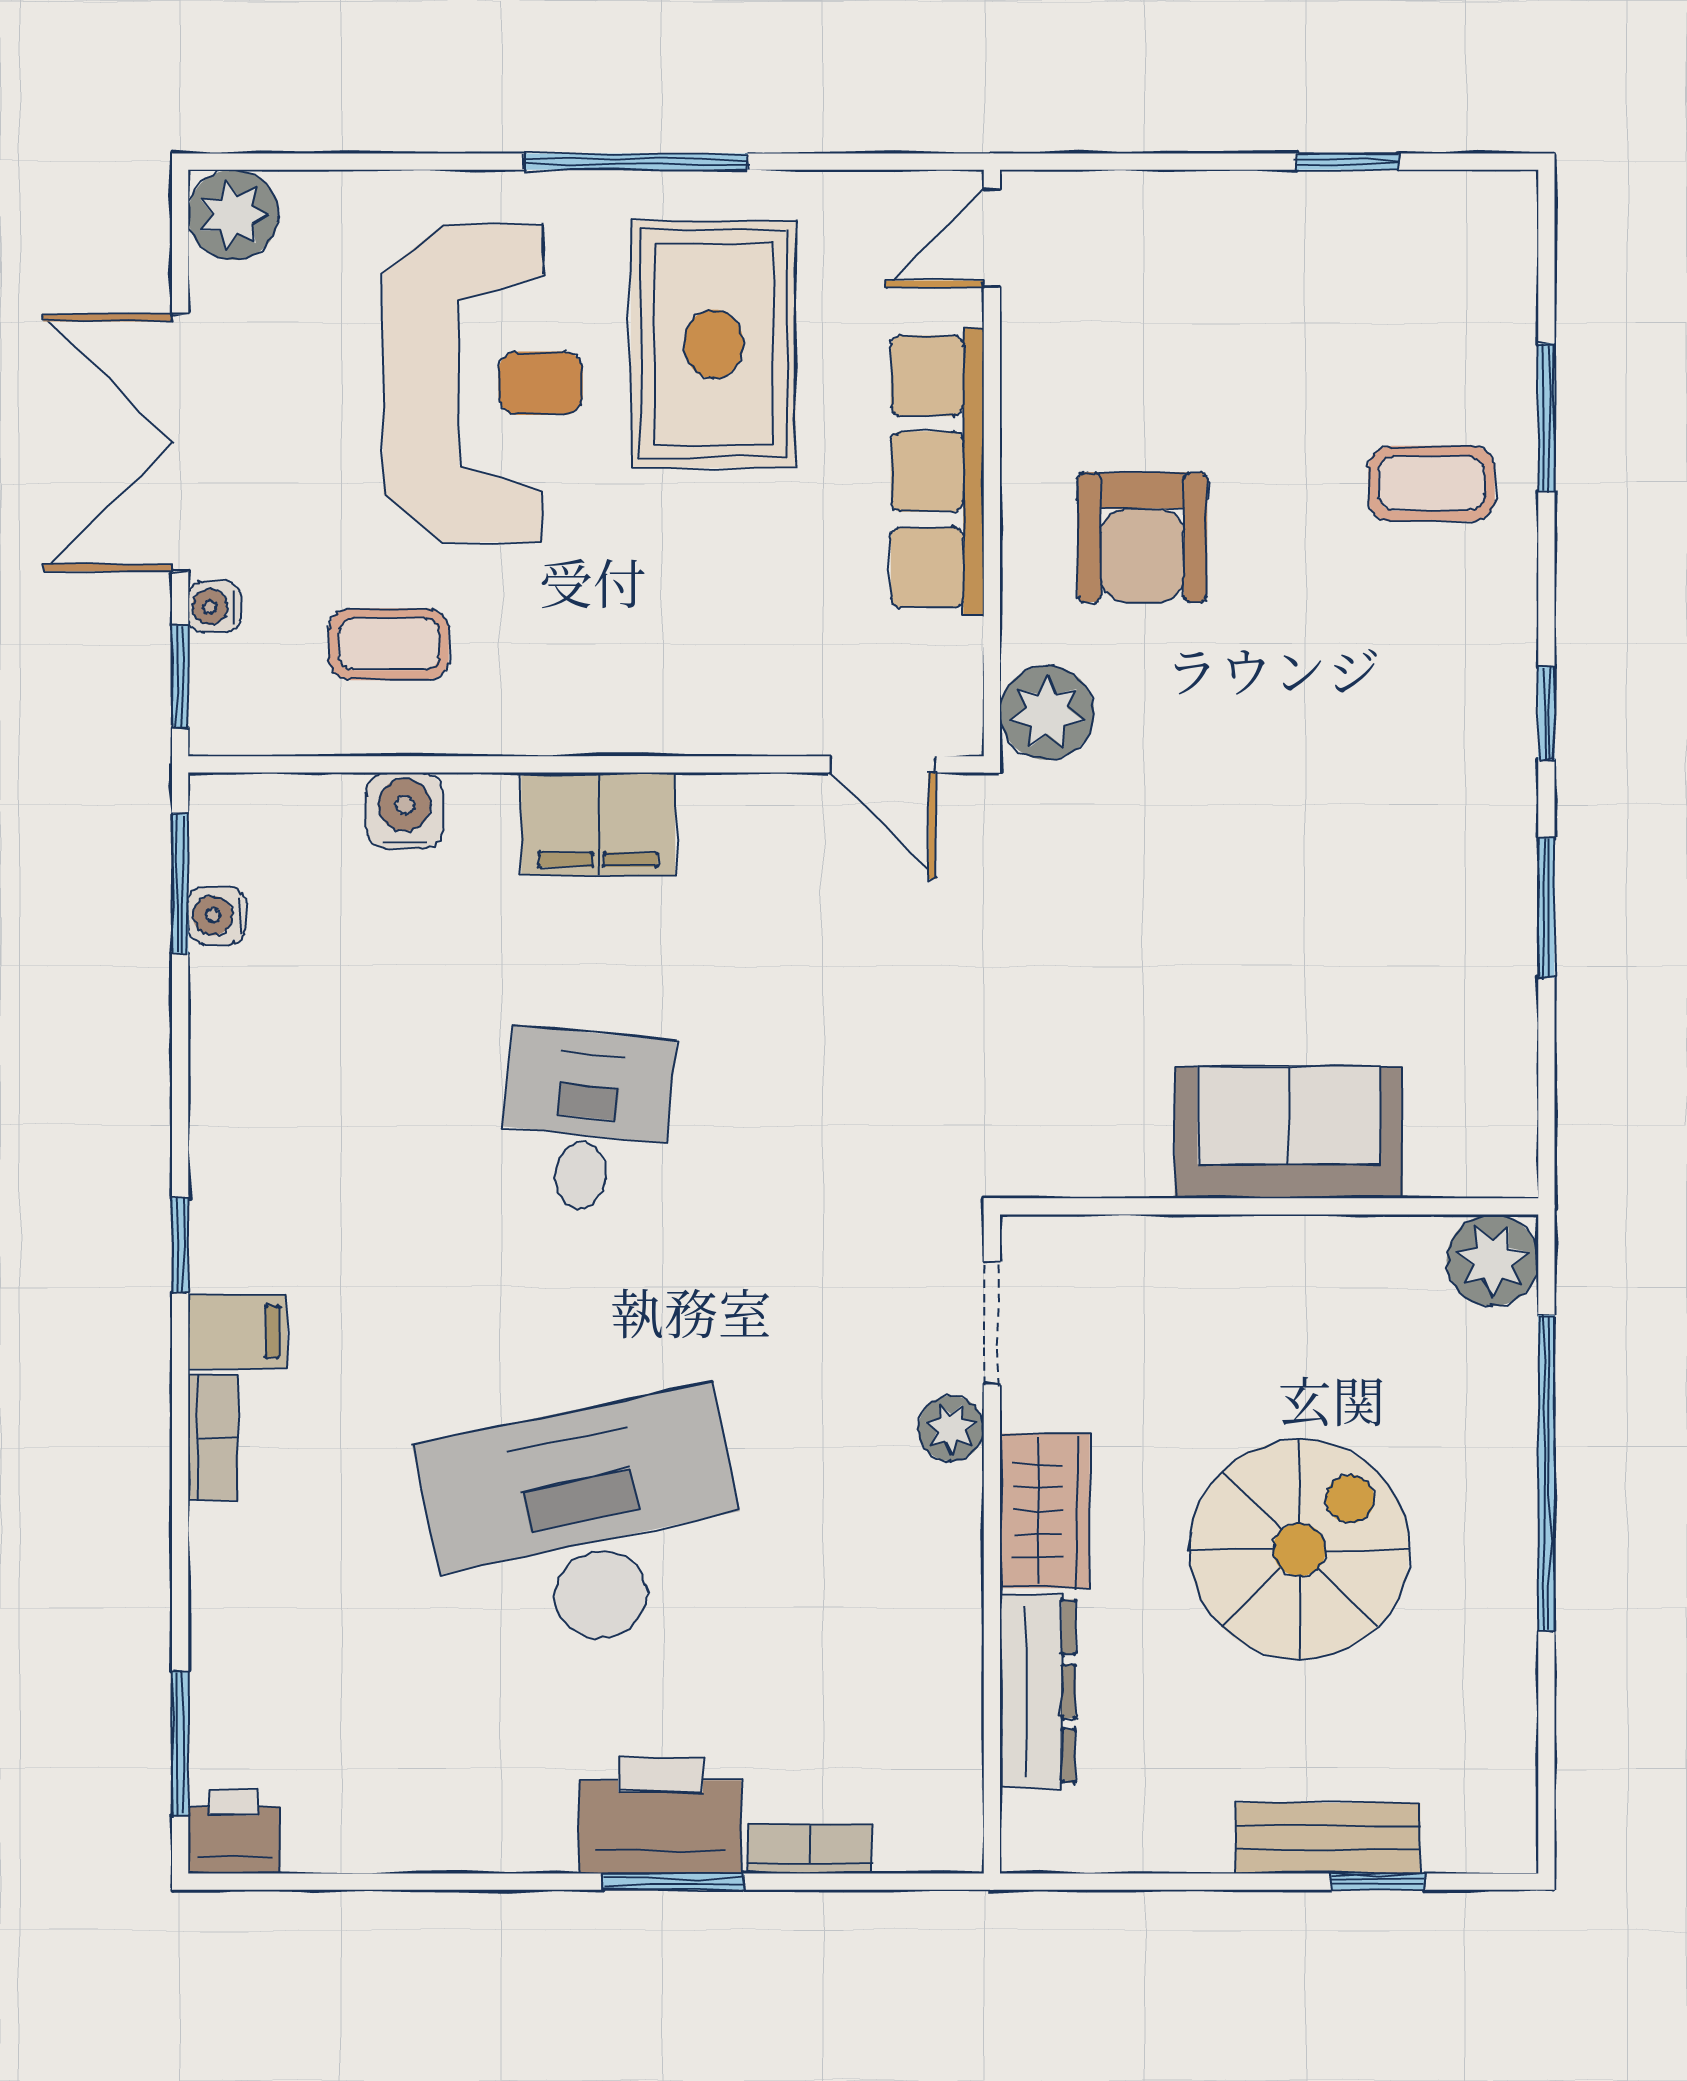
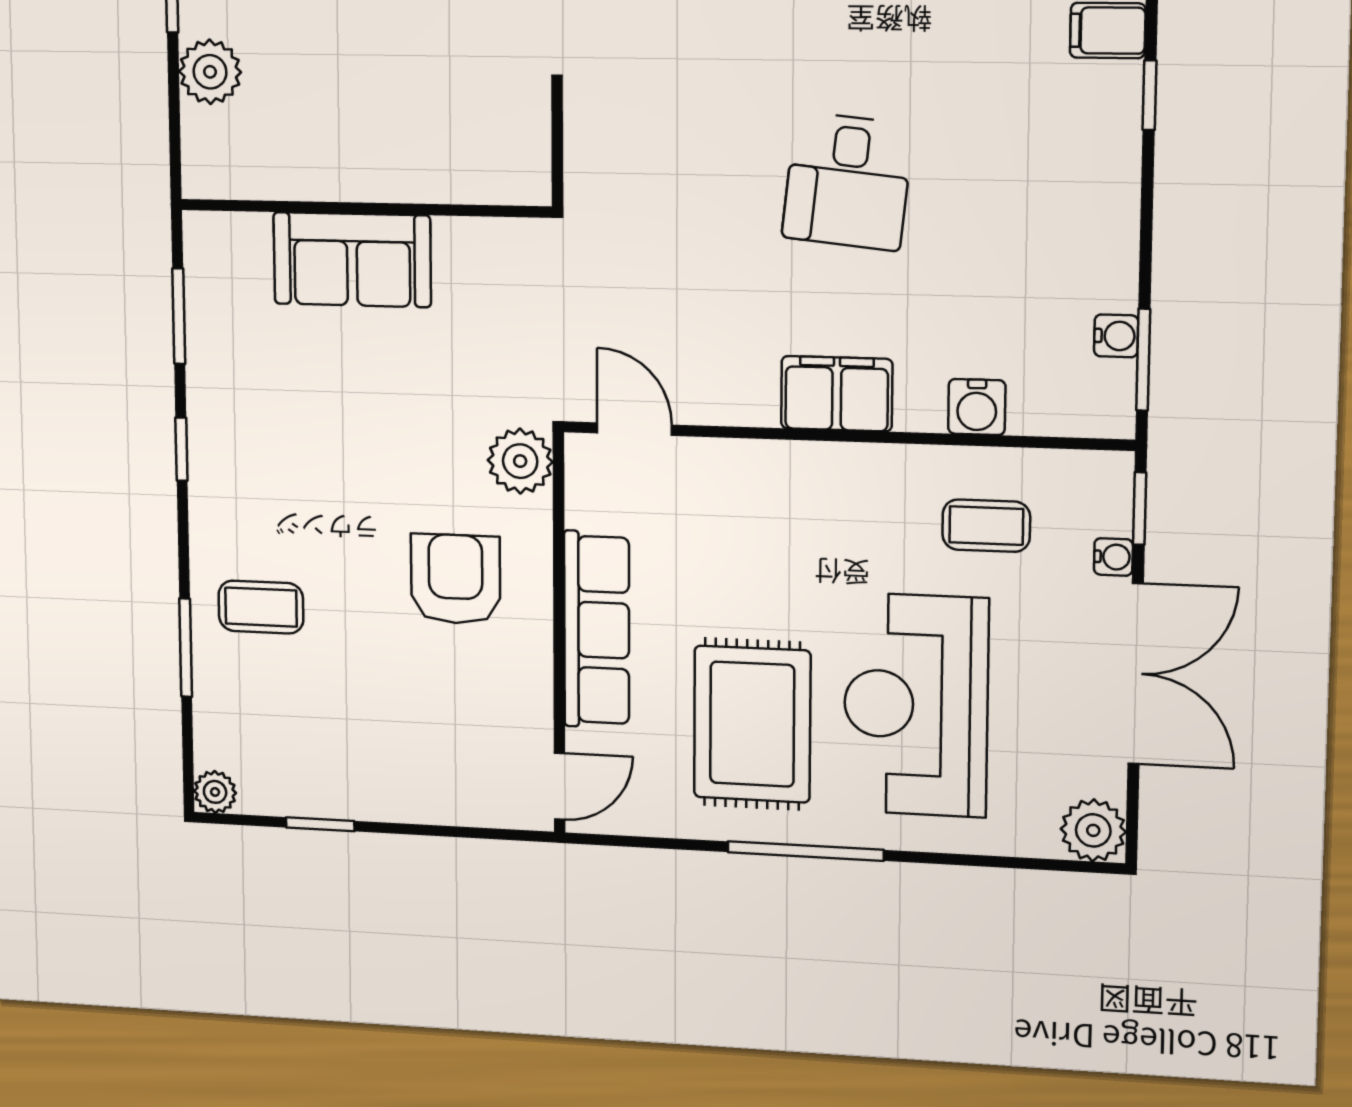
plant: (1506, 202) -> (215, 792), added
sofa: (1289, 1133) -> (352, 260), moved
wall: (1269, 1206) -> (365, 208), moved

